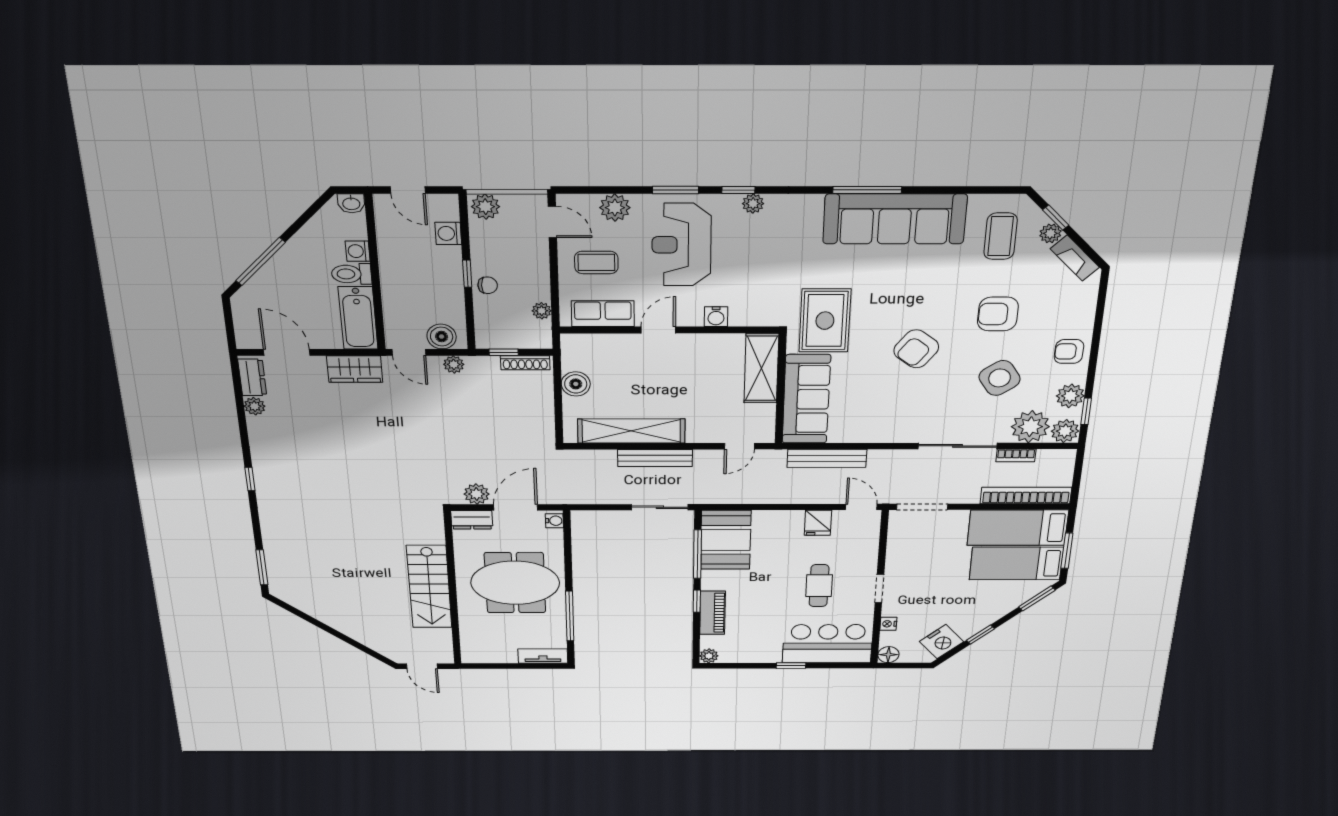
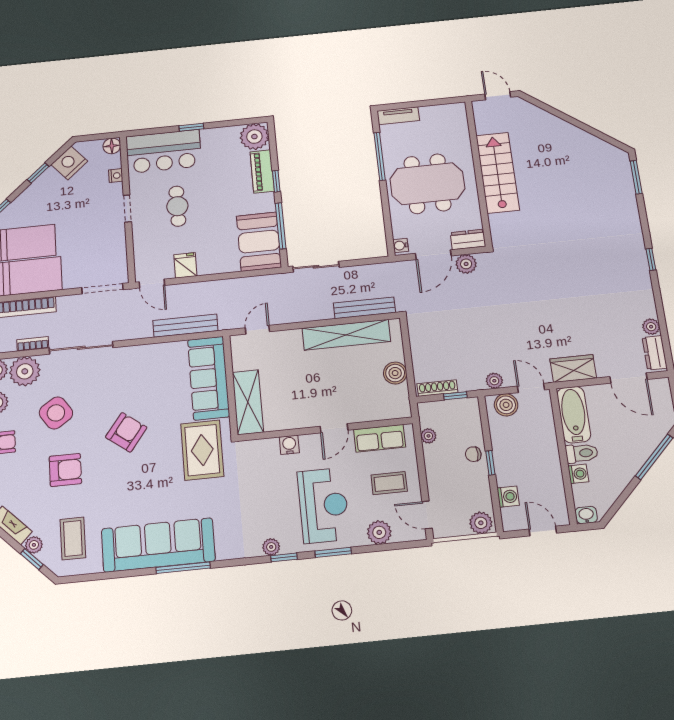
bench: (655, 458) -> (364, 308), moved
plant: (709, 656) -> (254, 137), width x1.87, depth x1.87

